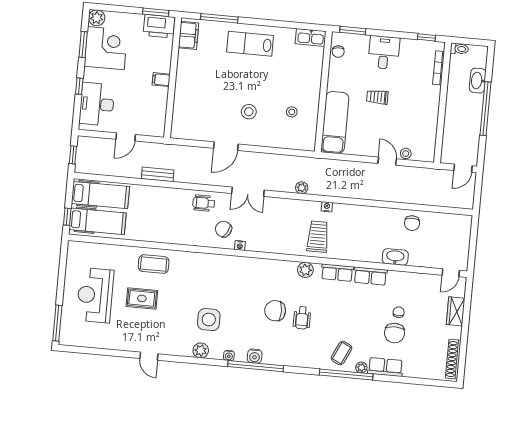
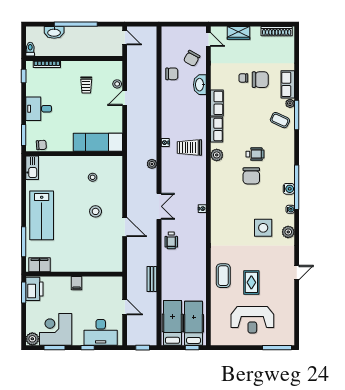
lab bench: (250, 44) -> (42, 215), width x1.36, depth x1.39
trolley: (377, 97) -> (86, 85), moved
chair: (223, 229) -> (192, 58), moved
window: (346, 375) -> (297, 115), width x0.68

